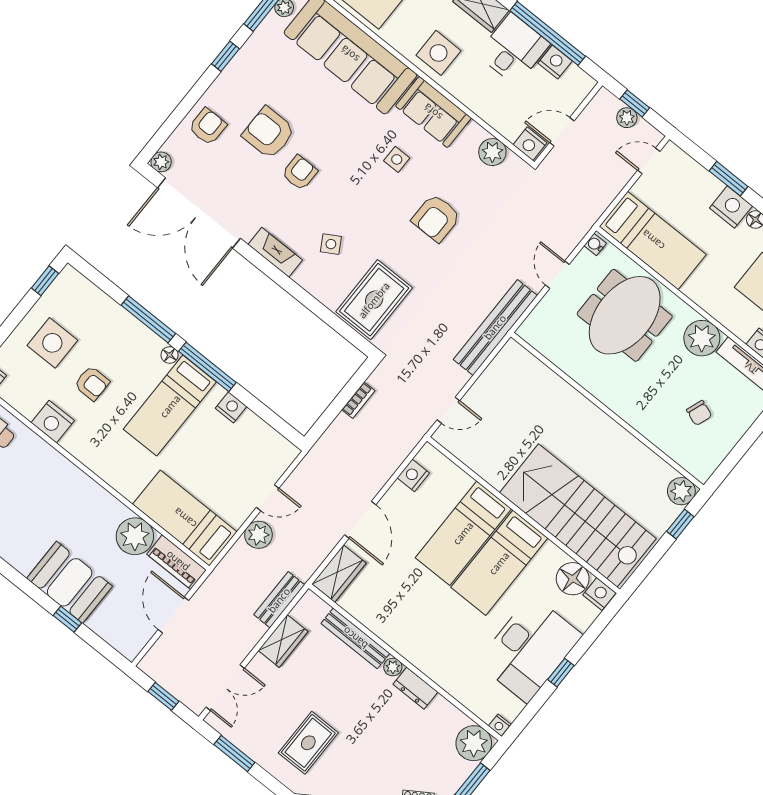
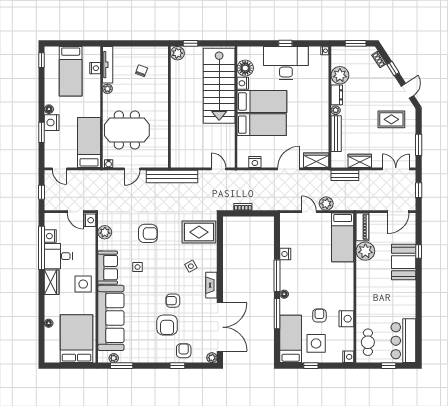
window: (225, 56) -> (177, 366), moved
plant: (627, 118) -> (49, 191), removed
armchair: (208, 126) -> (184, 351), turned 90
window: (45, 281) -> (311, 366), moved
plant: (702, 338) -> (107, 89), width x0.53, depth x0.53
bed: (170, 406) -> (291, 339), moved, turned -90
nightstand: (599, 594) -> (243, 83), moved
door: (173, 615) -> (398, 212), moved
plant: (474, 743) -> (340, 75), moved

